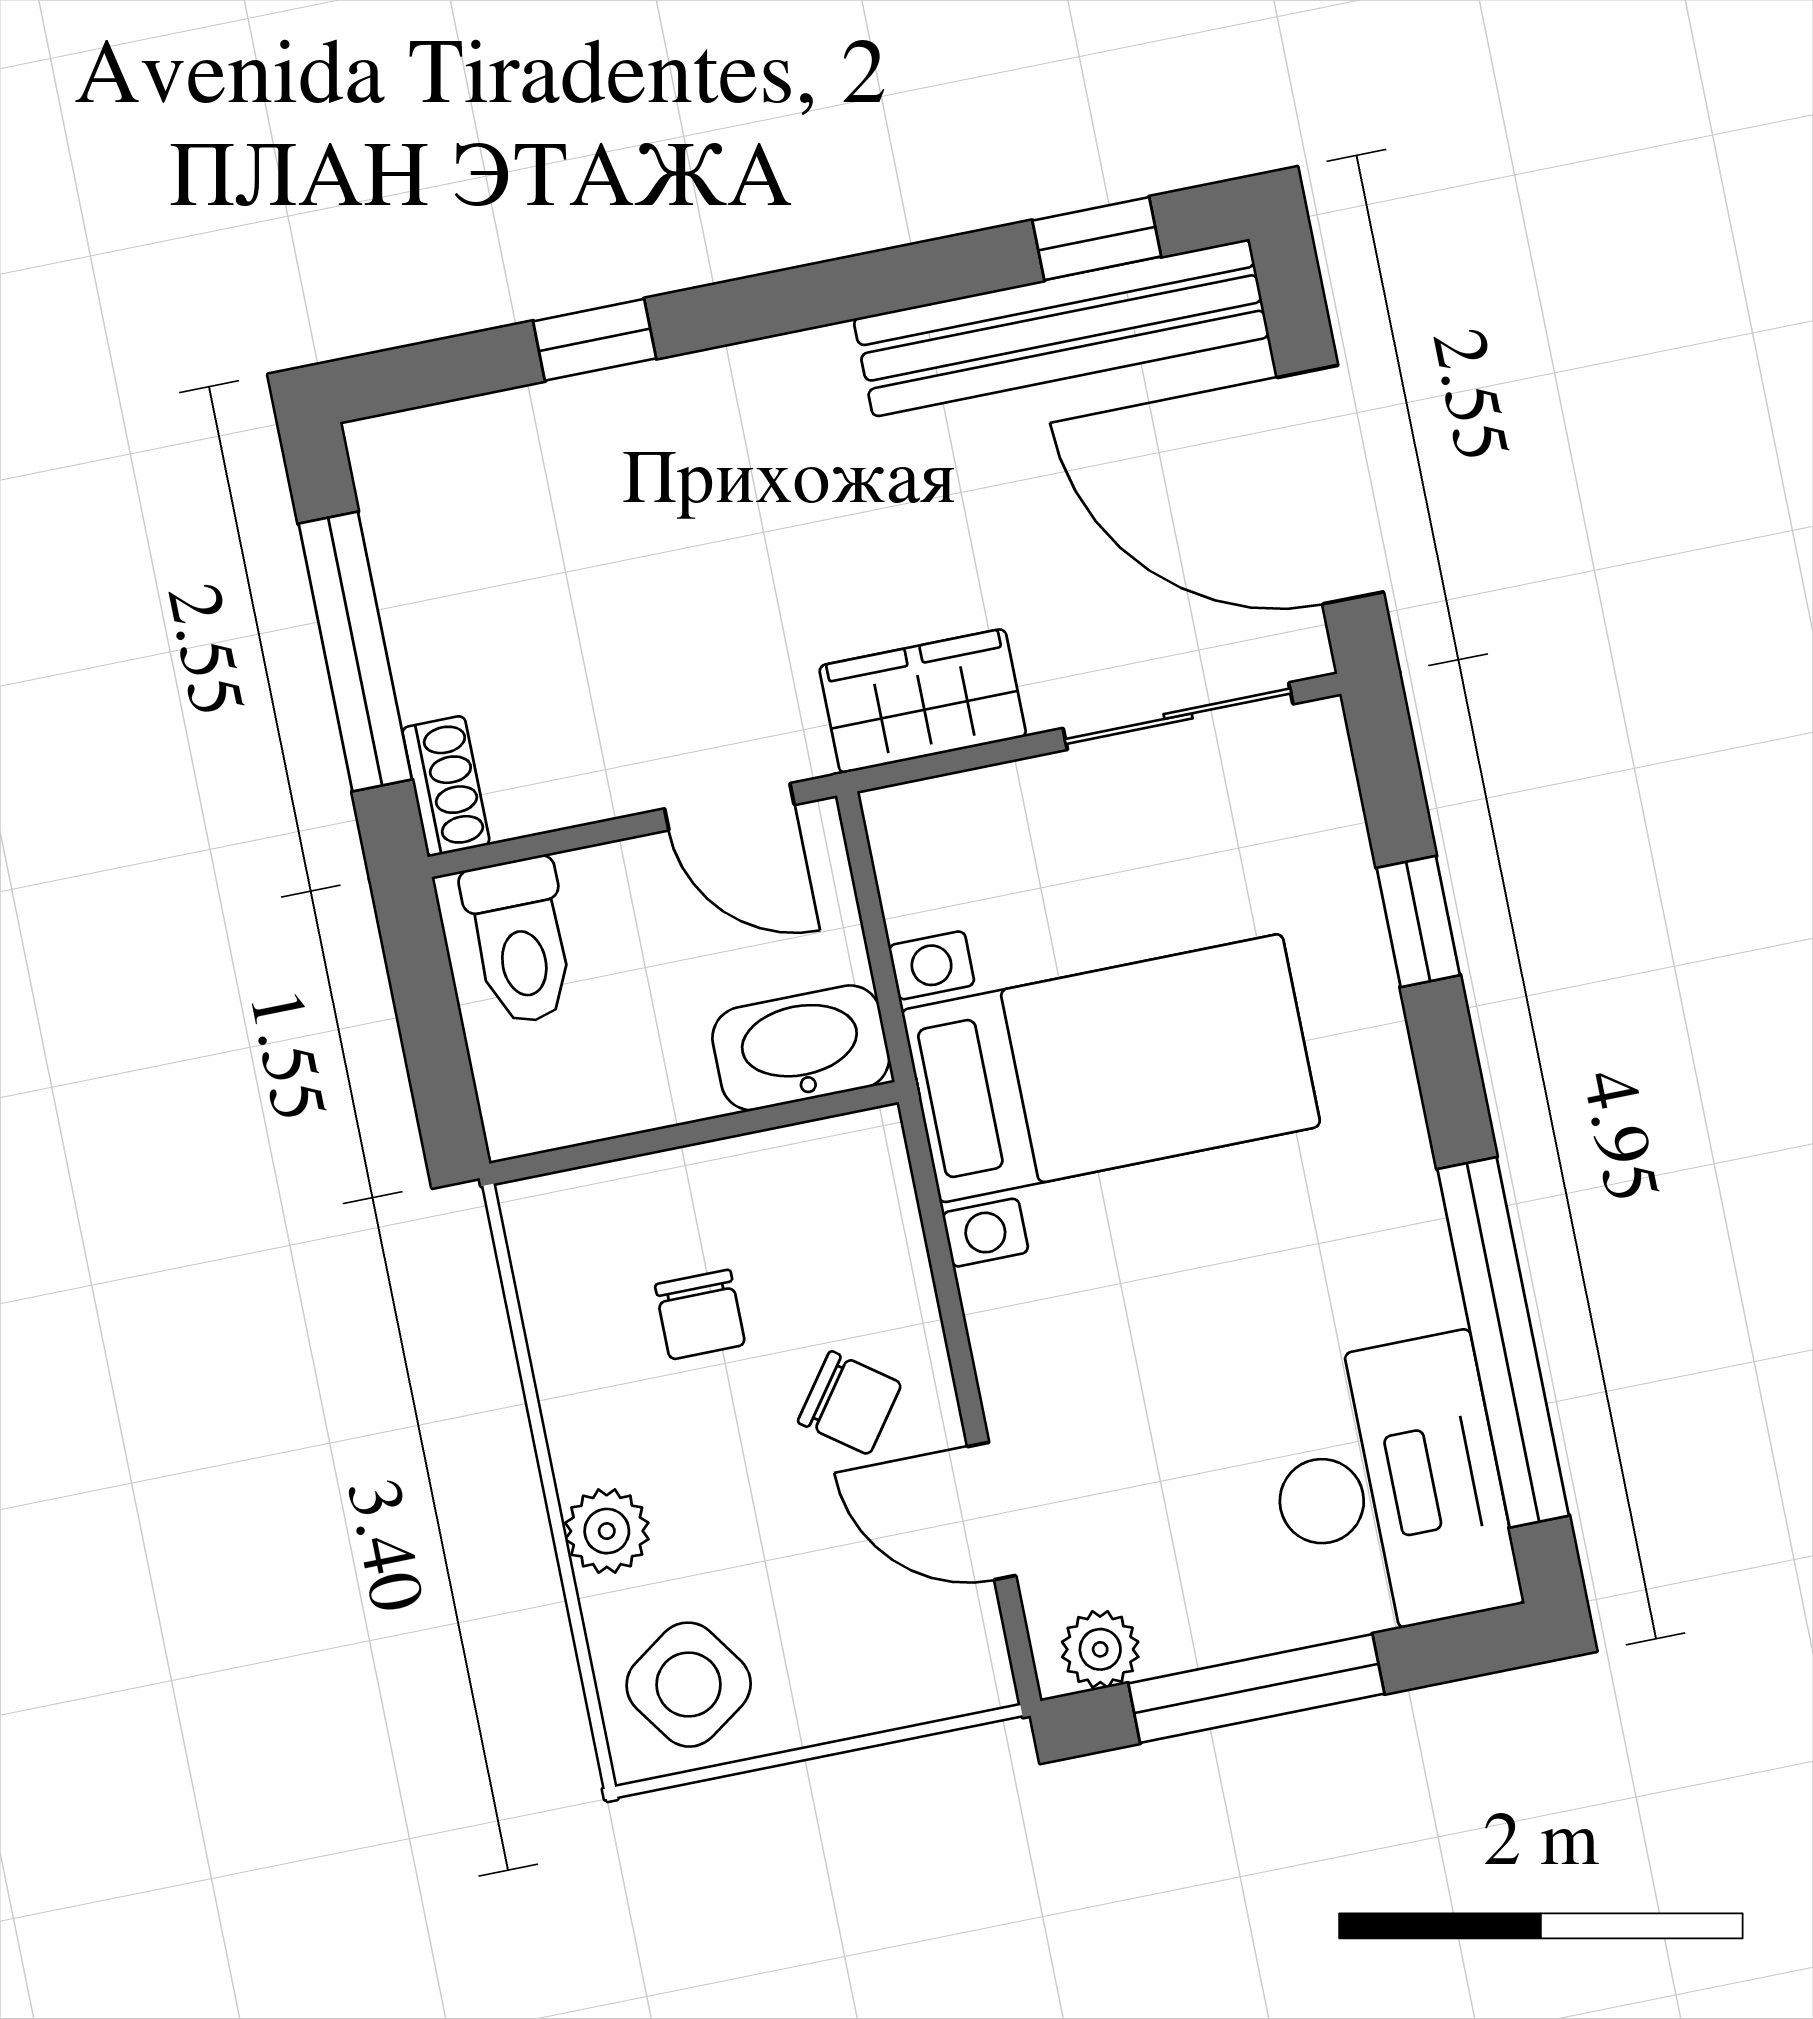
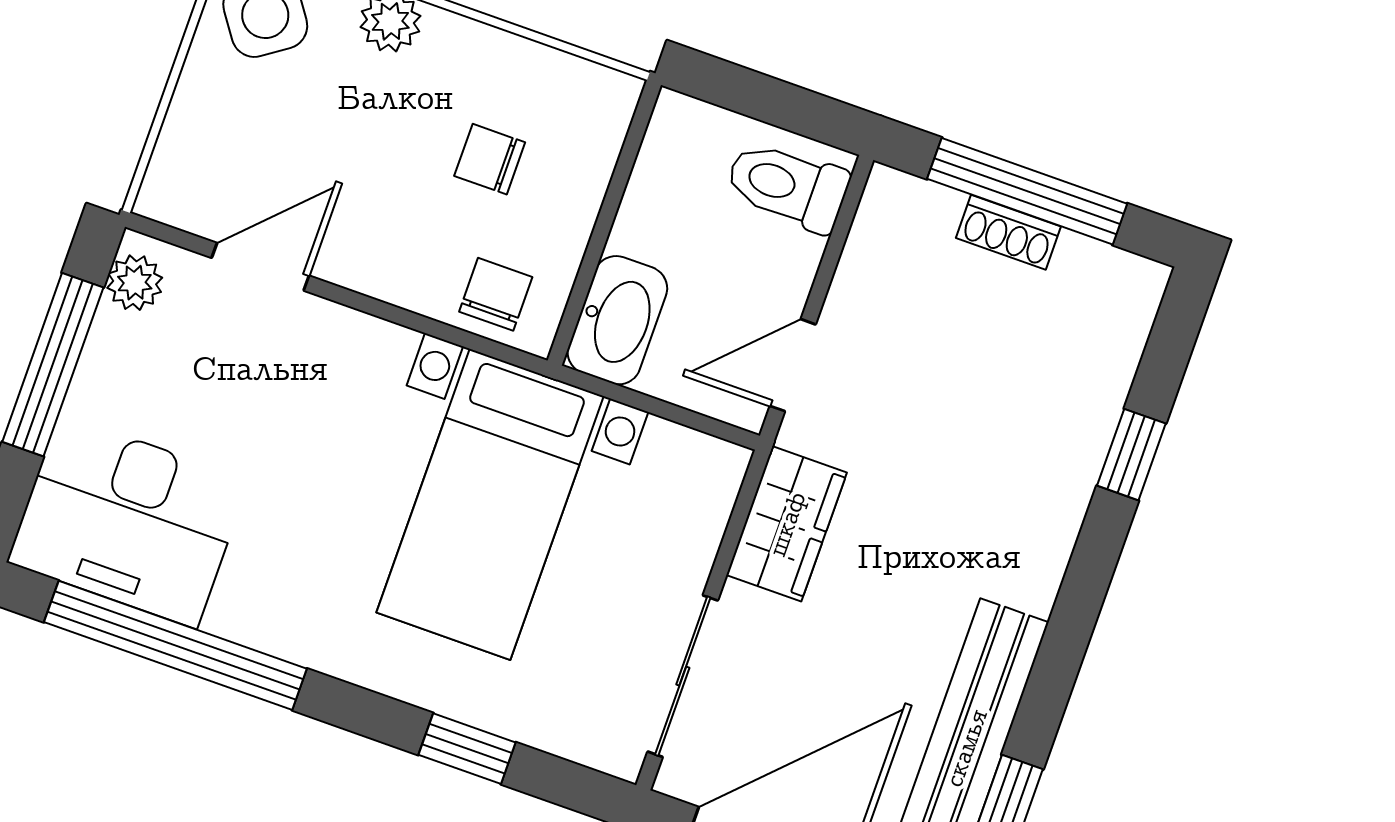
shoe rack: (446, 786) -> (1008, 232), moved
chair: (850, 1403) -> (496, 294), moved, turned 144

